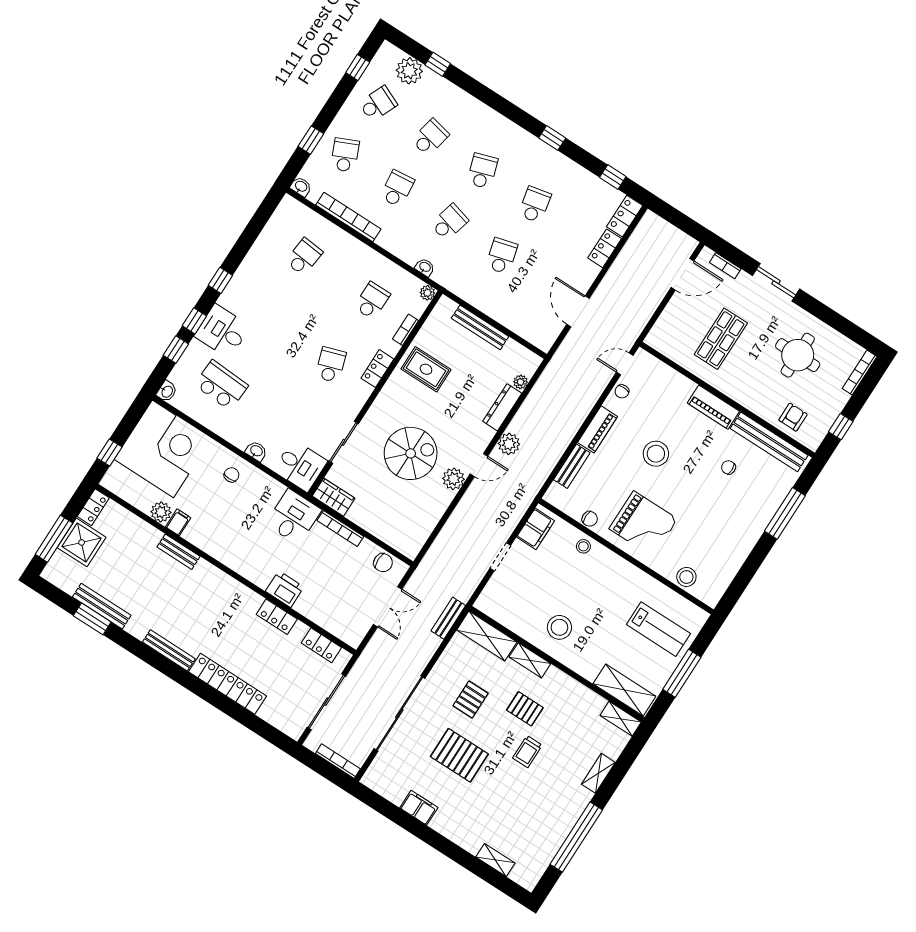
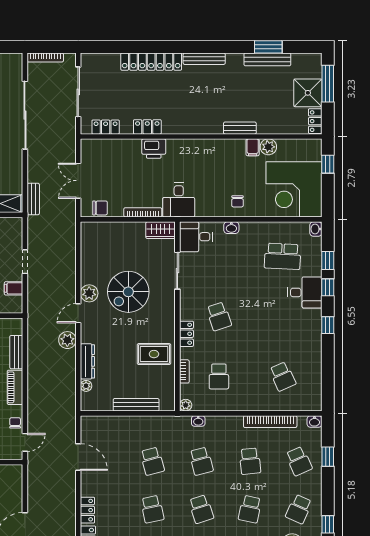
school desk: (449, 222) -> (201, 461), turned -30
school desk: (304, 257) -> (283, 376), turned -30
filing cabinet: (536, 529) -> (14, 288), width x0.50
chair: (383, 563) -> (100, 208), turned 180

